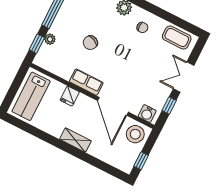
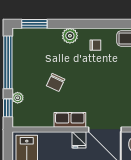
fridge: (70, 96) -> (79, 140), moved

